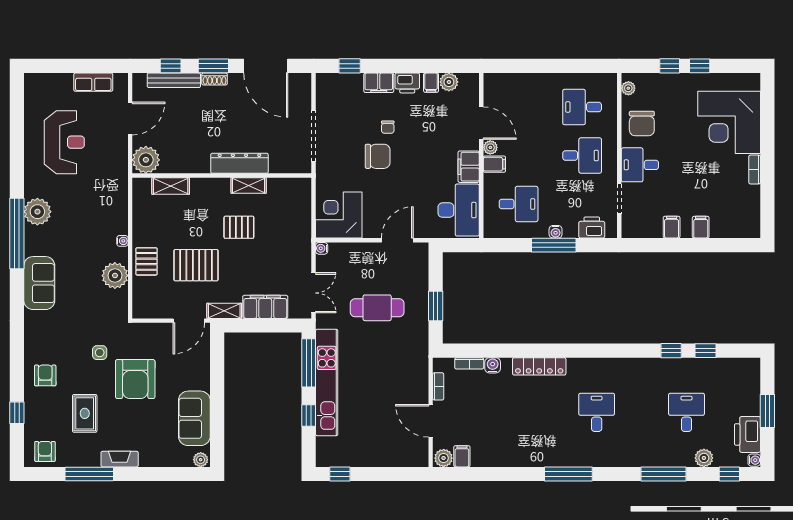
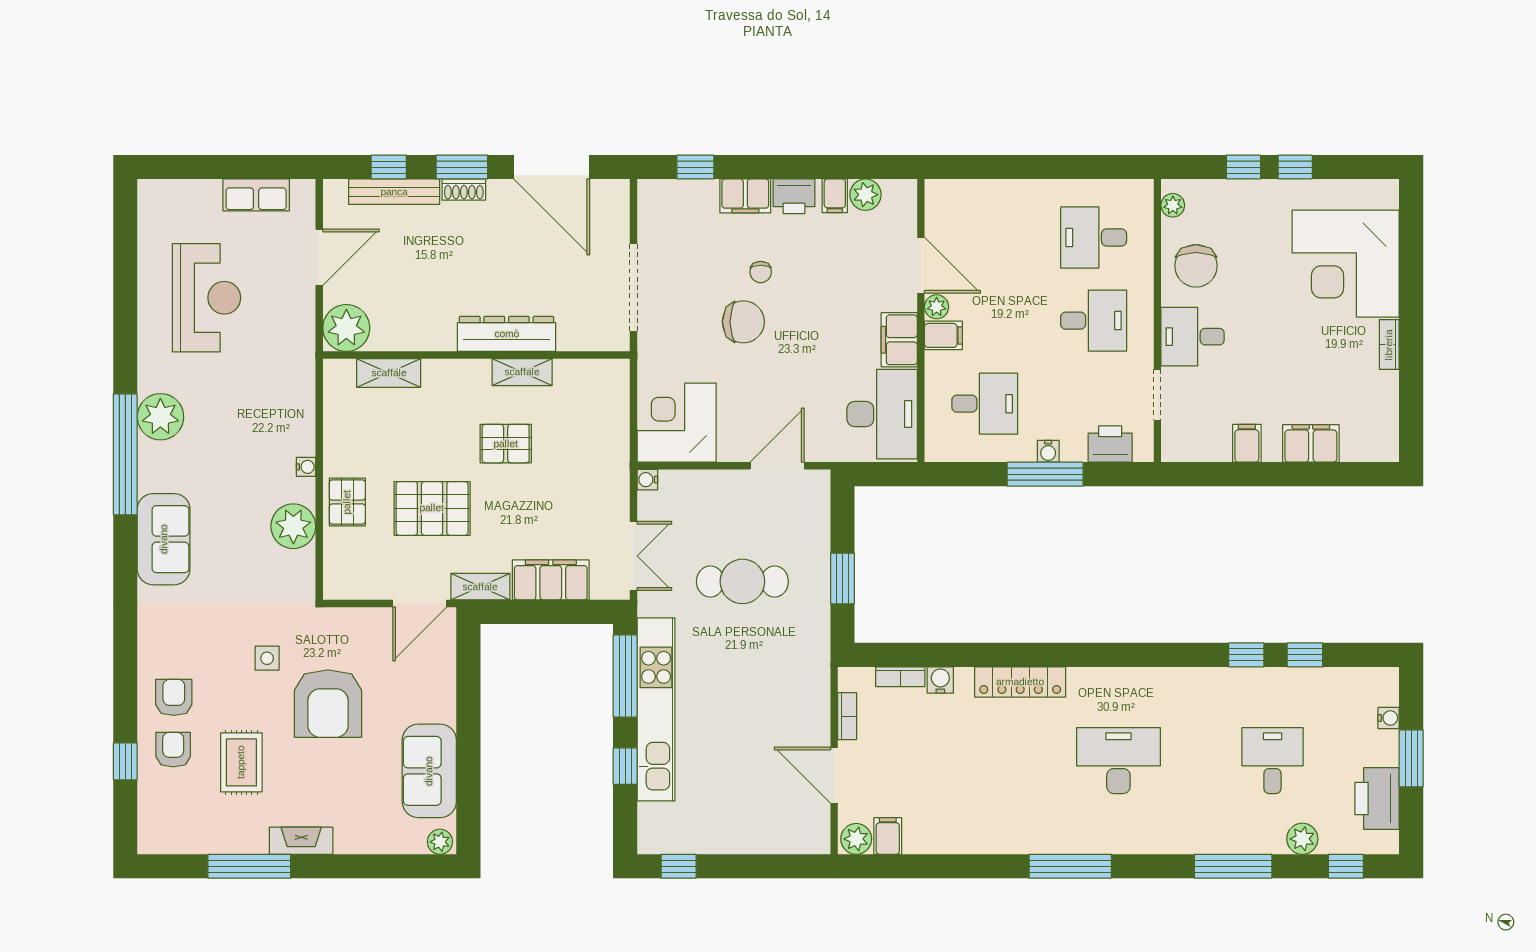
filing cabinet: (701, 227) -> (1311, 443), width x2.00
desk: (597, 412) -> (1118, 761), width x1.37
armchair: (45, 451) -> (173, 750), moved
water cooler: (754, 460) -> (1389, 718), moved

